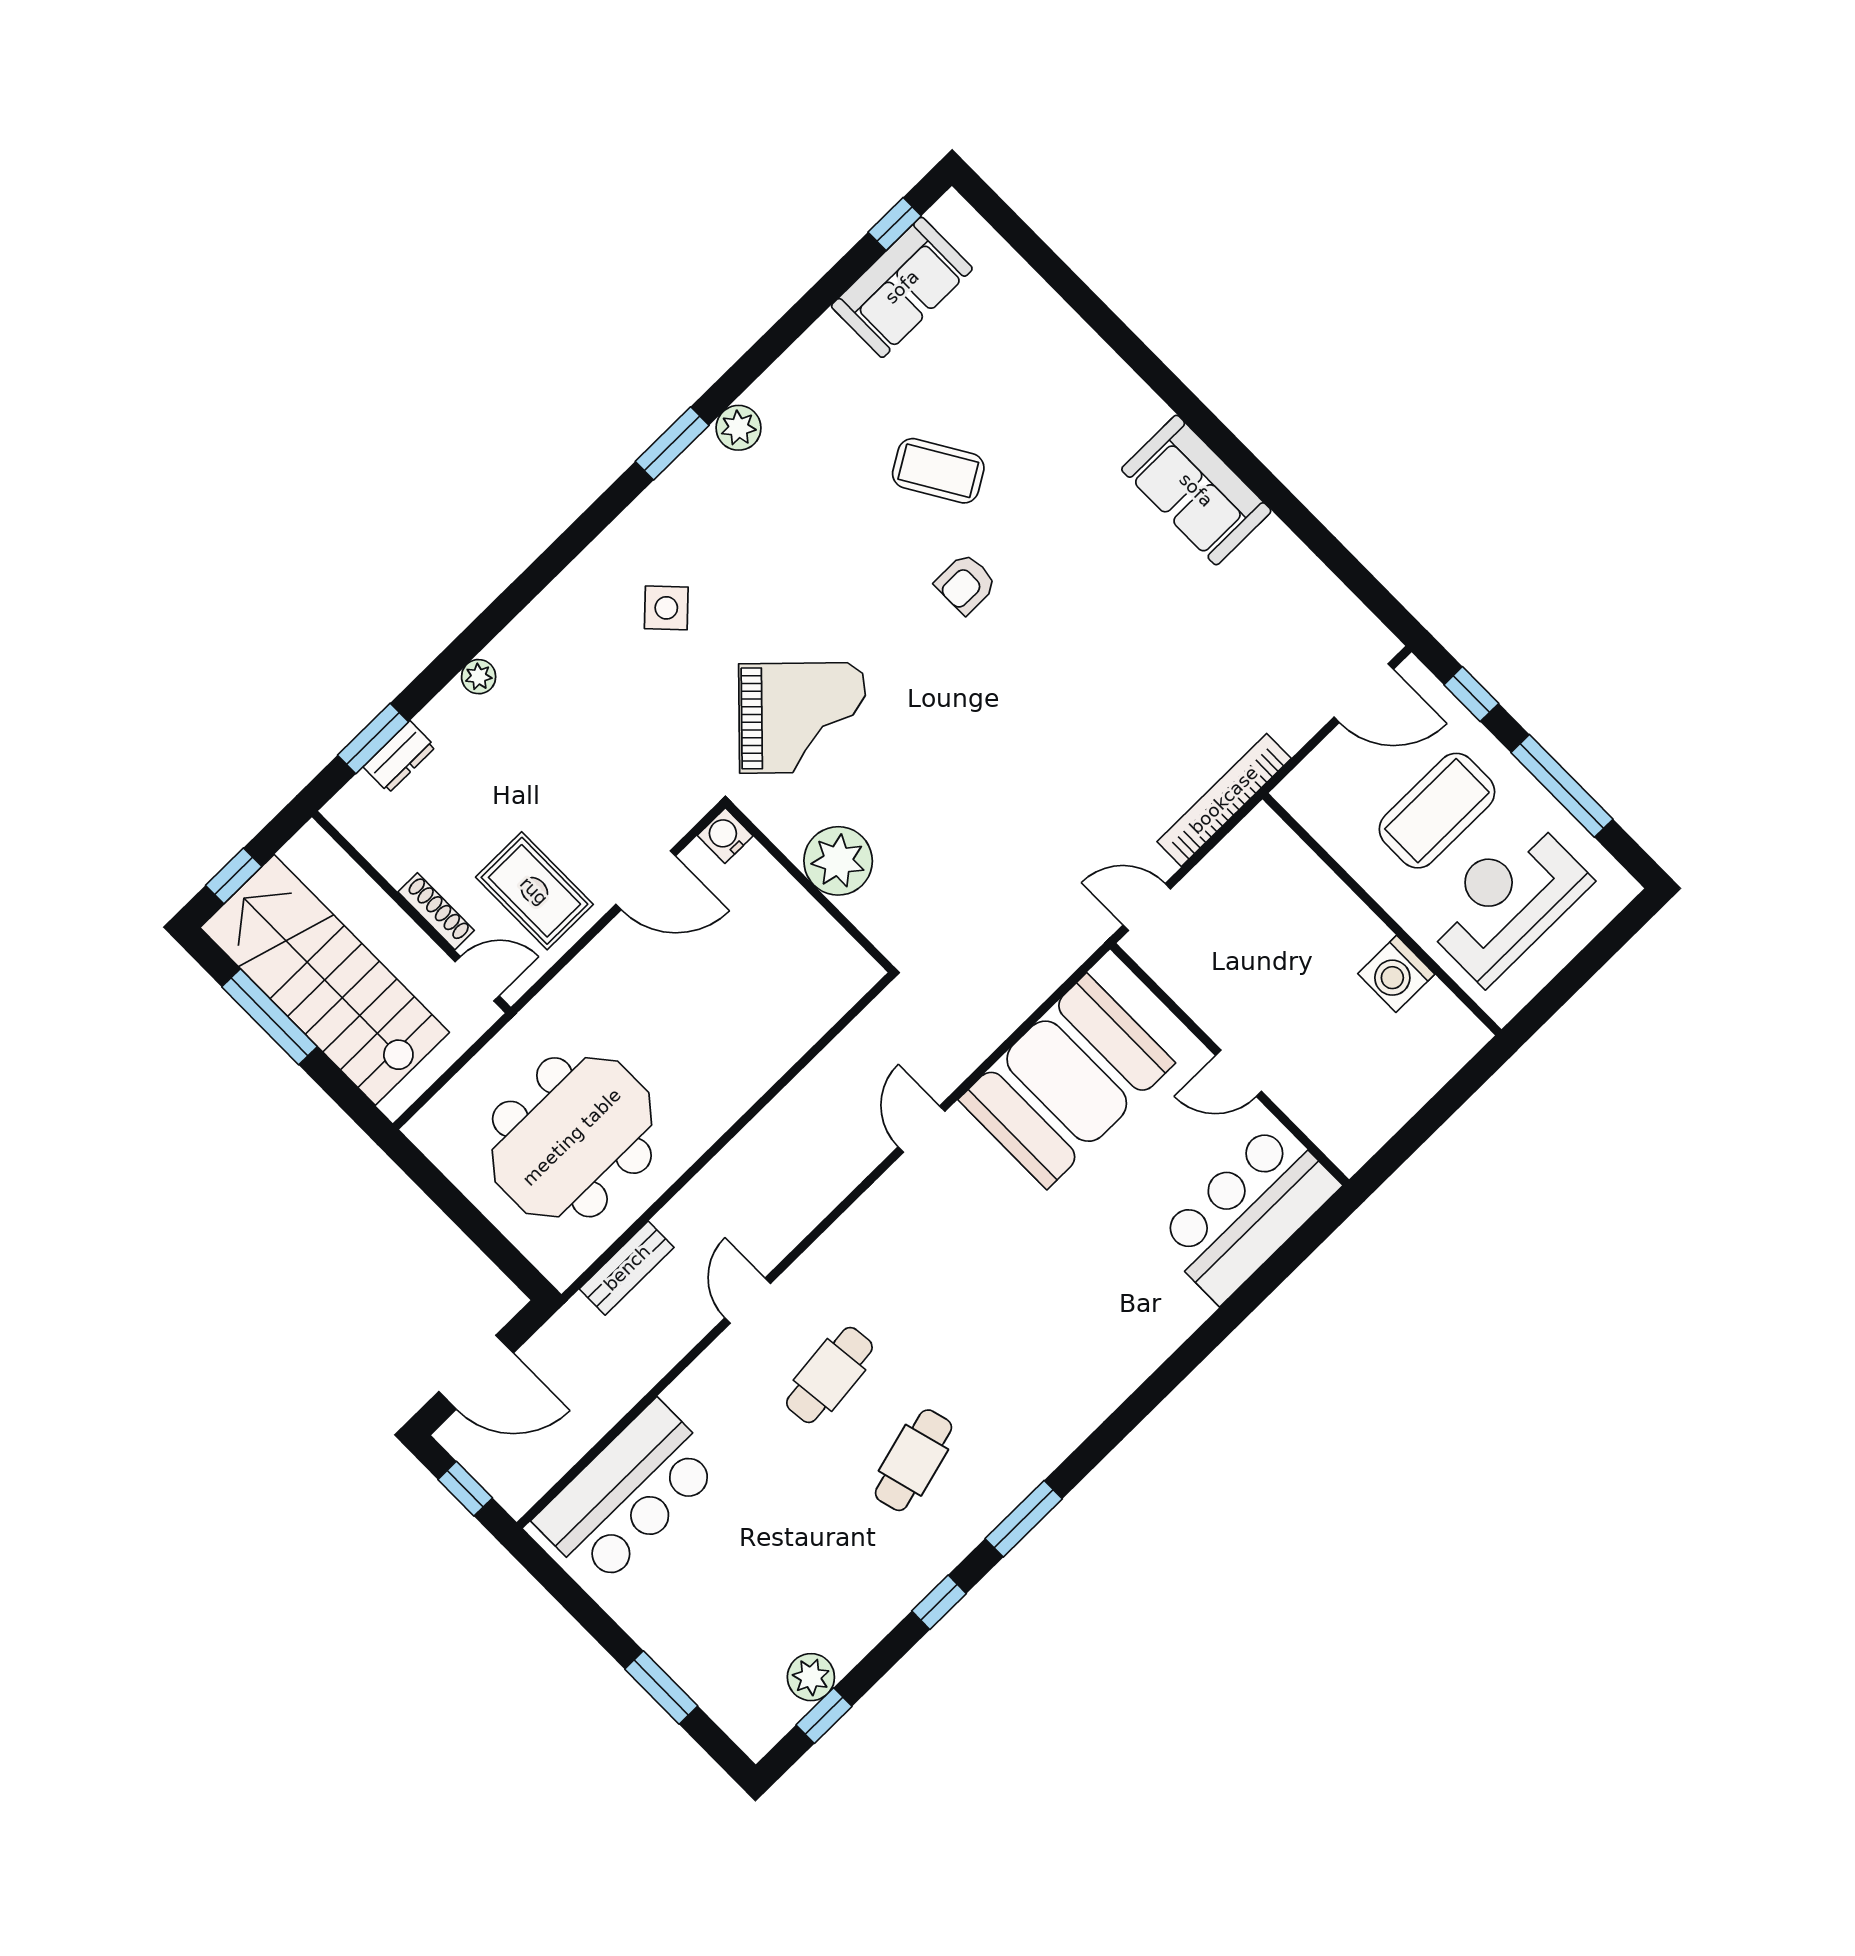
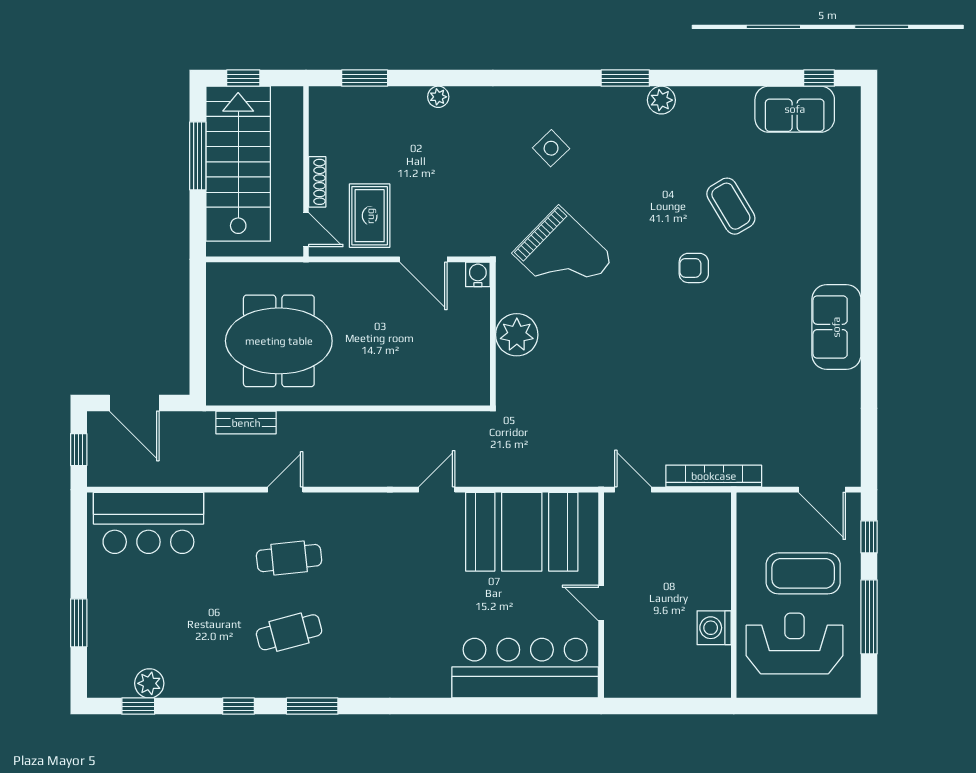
dresser: (399, 757) -> (368, 98), removed
bar counter: (1248, 1212) -> (525, 668), width x1.36

